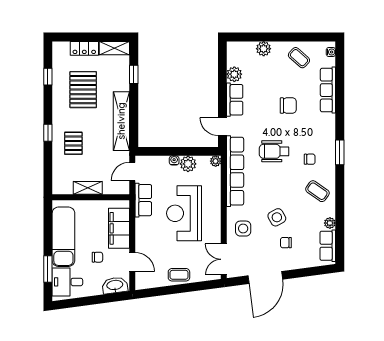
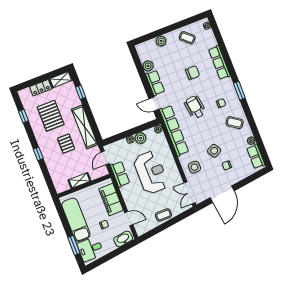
row of seats: (328, 90) -> (219, 63), moved
pallet: (73, 143) -> (66, 144), moved
wheelchair: (274, 151) -> (195, 107), turned 82
reception desk: (184, 213) -> (151, 172), turned 180

